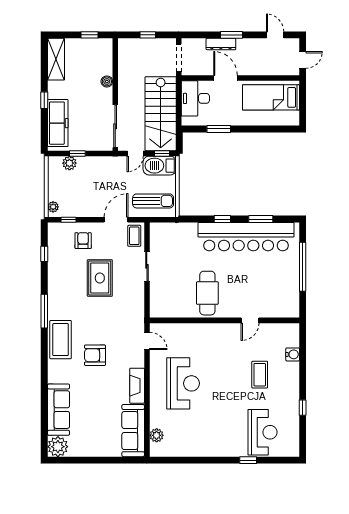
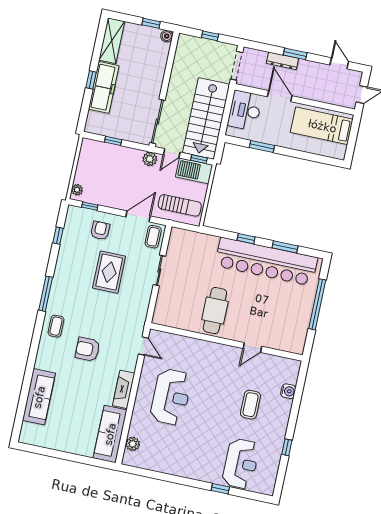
boiler: (107, 81) -> (167, 36), moved
freezer: (58, 123) -> (104, 87), moved
plant: (69, 163) -> (150, 159), moved
coffee table: (61, 340) -> (56, 326), width x0.54, depth x0.58
plant: (58, 447) -> (30, 434), removed

